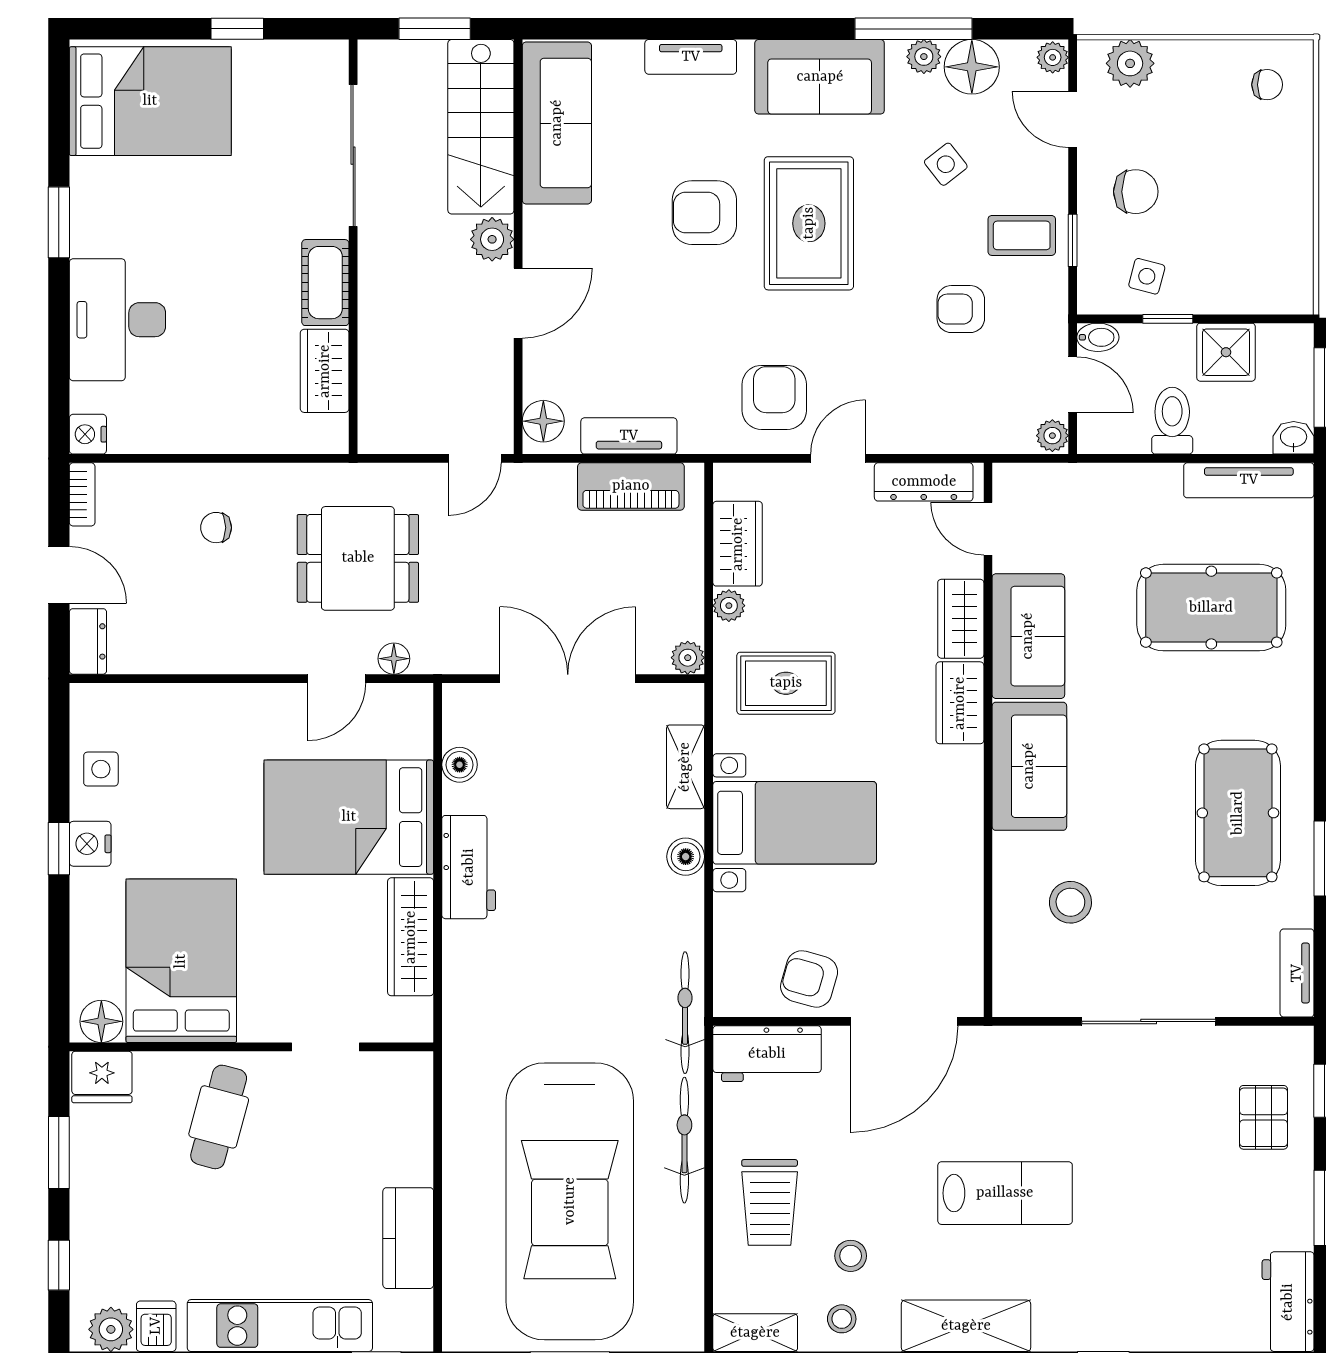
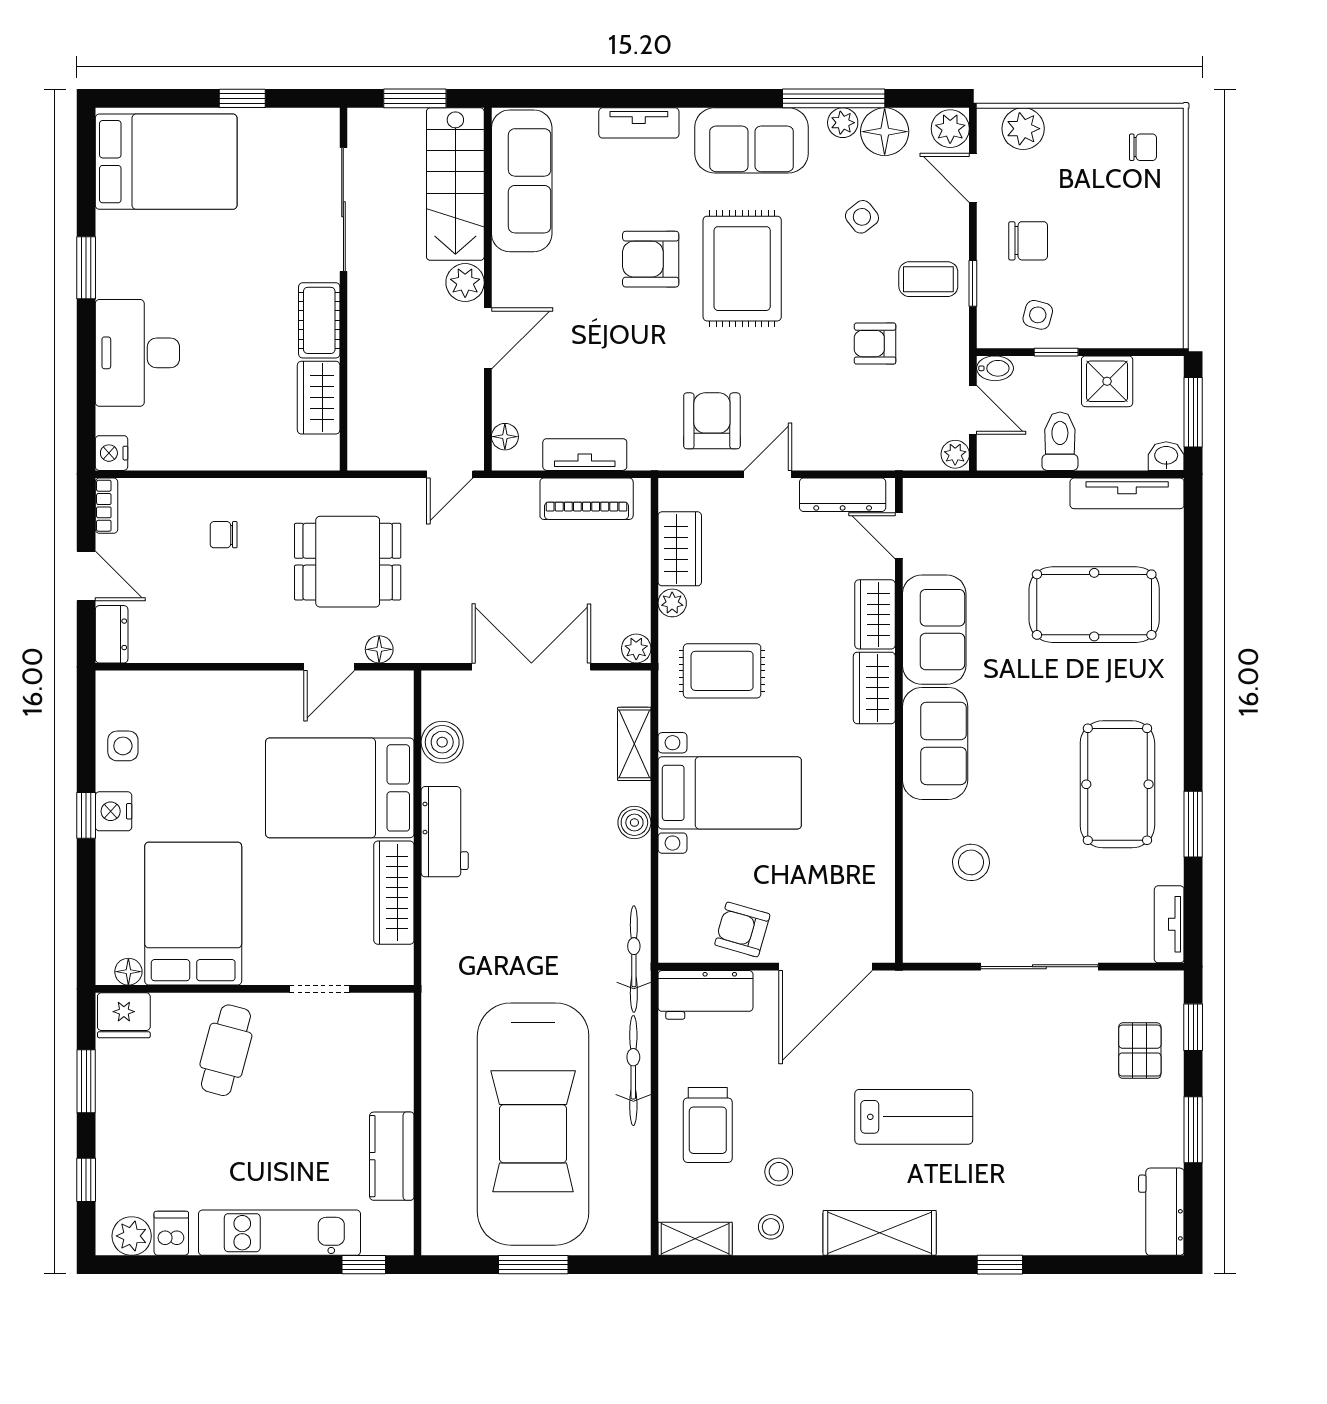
plant: (1053, 57) -> (950, 129), width x1.38, depth x1.38
floor lamp: (543, 421) -> (505, 437), width x0.73, depth x0.73
boiler: (460, 765) -> (442, 742), width x1.36, depth x1.36
floor lamp: (101, 1021) -> (128, 972), width x0.73, depth x0.73

